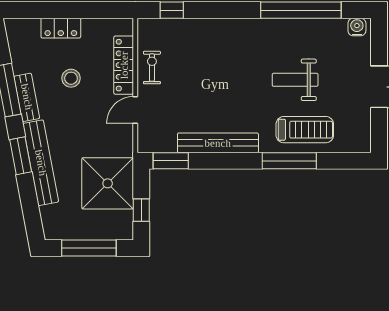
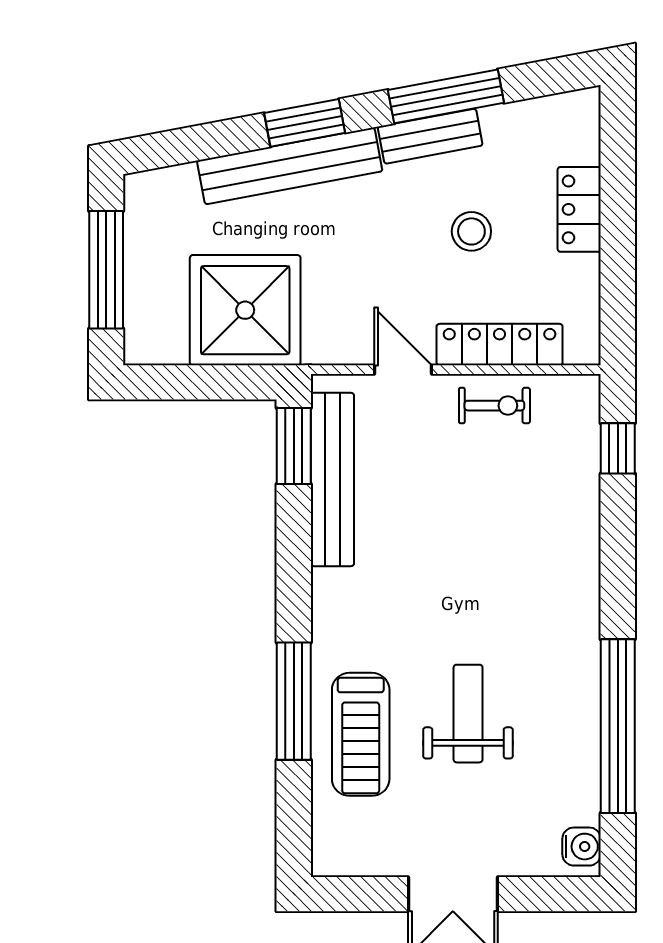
bench: (218, 143) -> (332, 479), moved
window: (141, 210) -> (188, 382), removed

